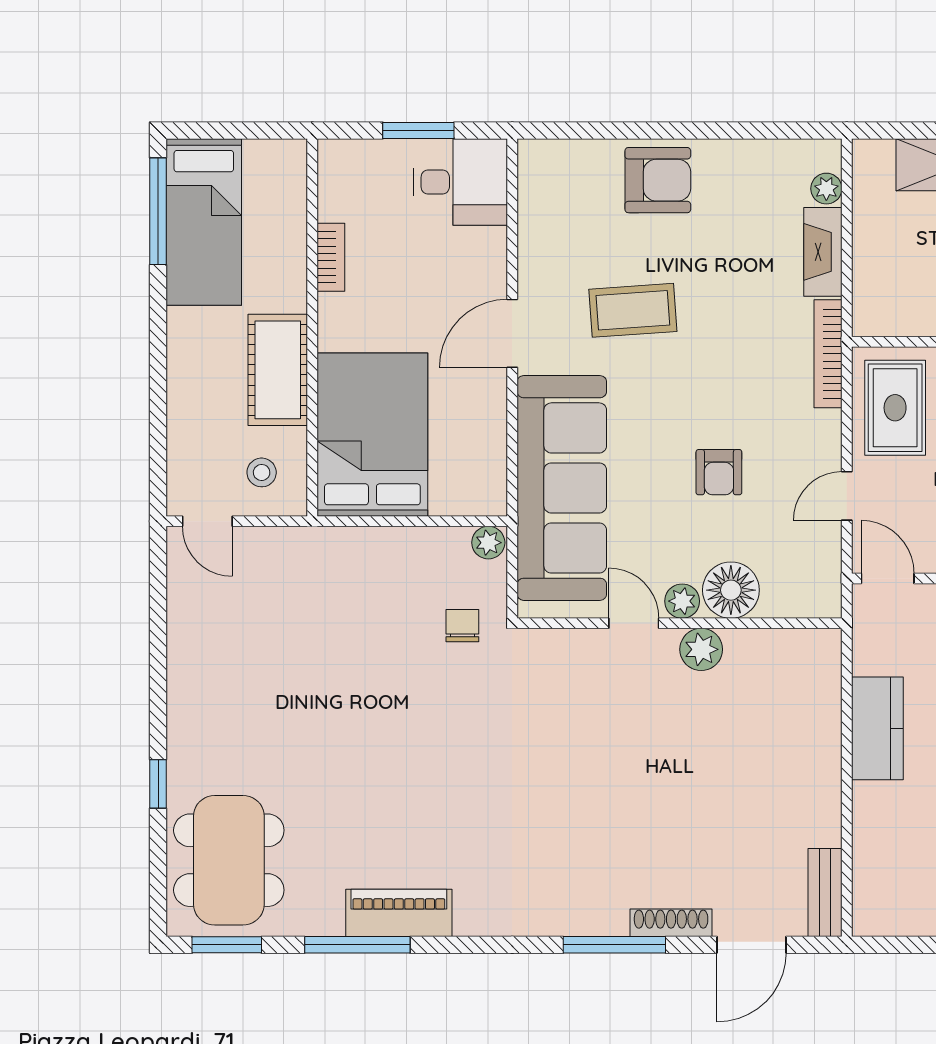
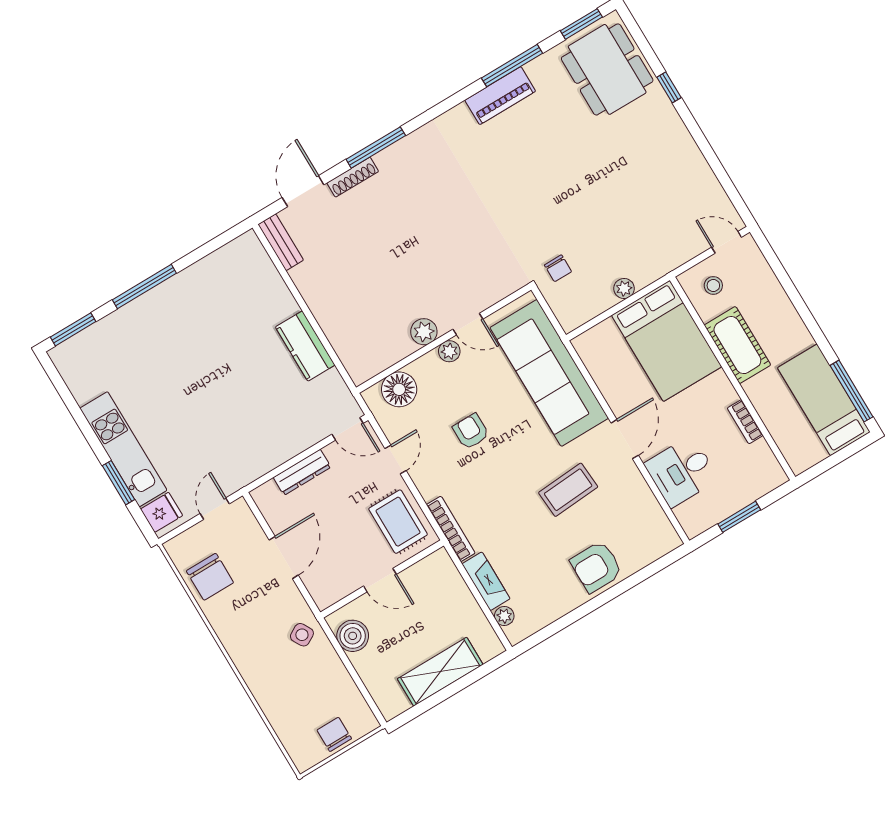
desk: (461, 182) -> (682, 471), moved
plant: (488, 543) -> (624, 288), moved
floor lamp: (731, 590) -> (399, 389), moved

